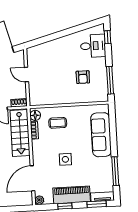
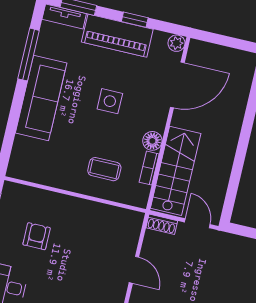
floor lamp: (35, 115) -> (152, 141), moved
sofa: (101, 135) -> (41, 98), moved

